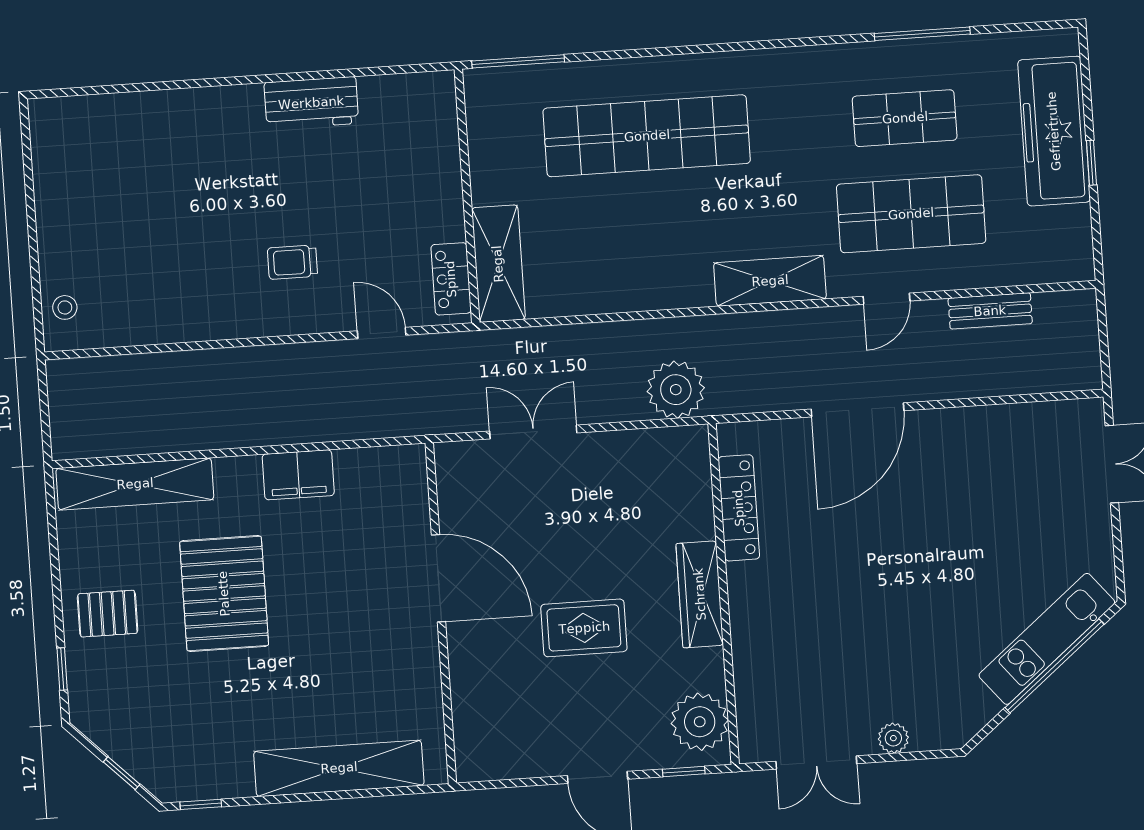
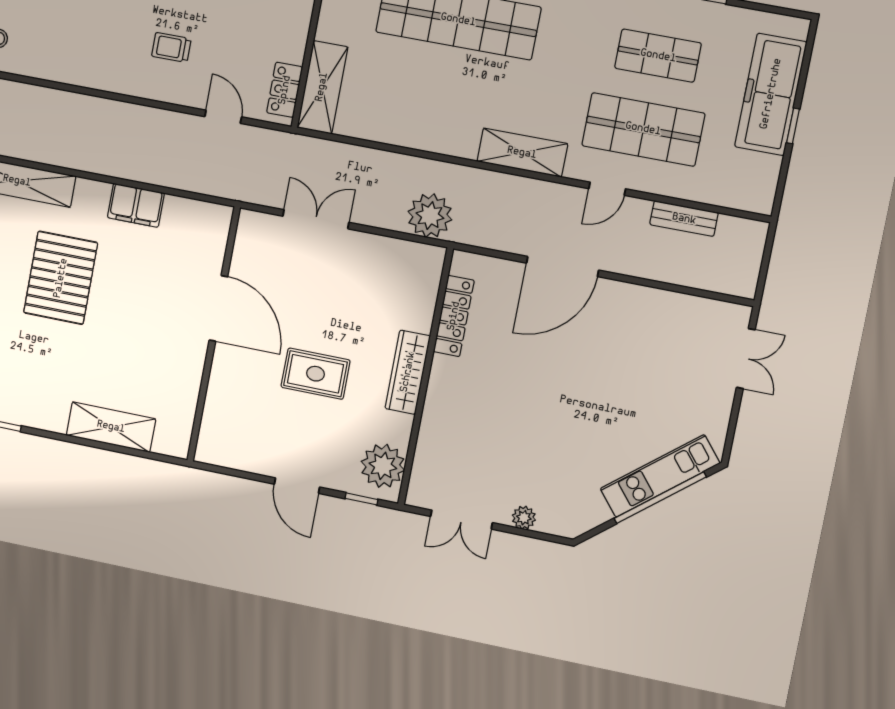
shelving: (339, 768) -> (111, 427), width x0.68

